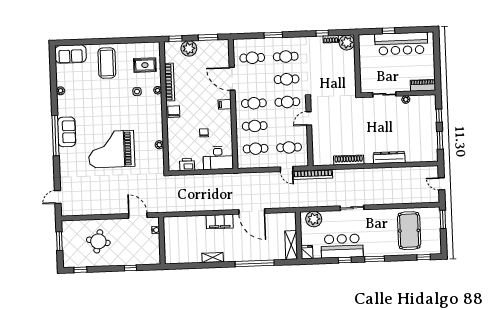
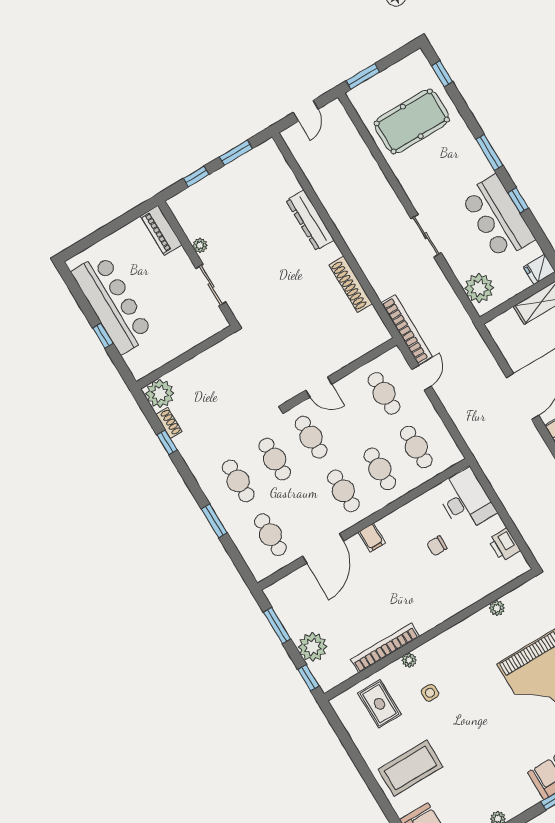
chair: (174, 112) -> (430, 614), removed

